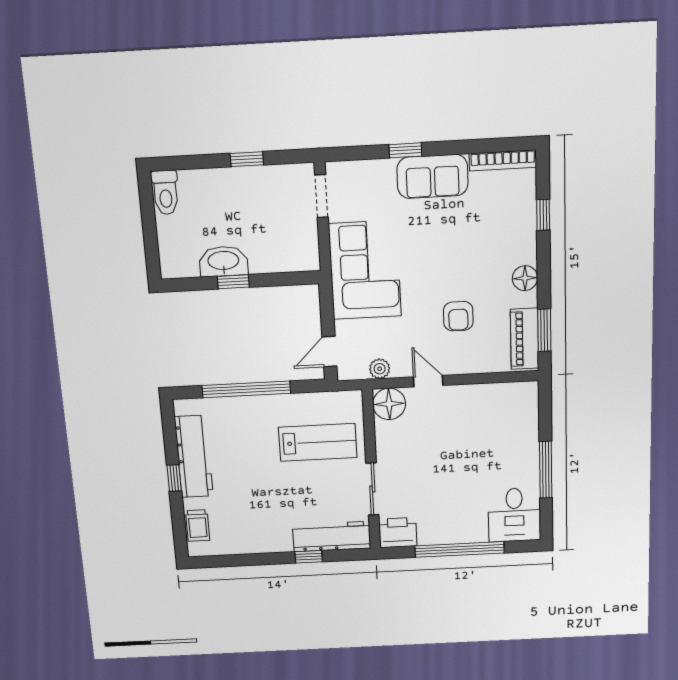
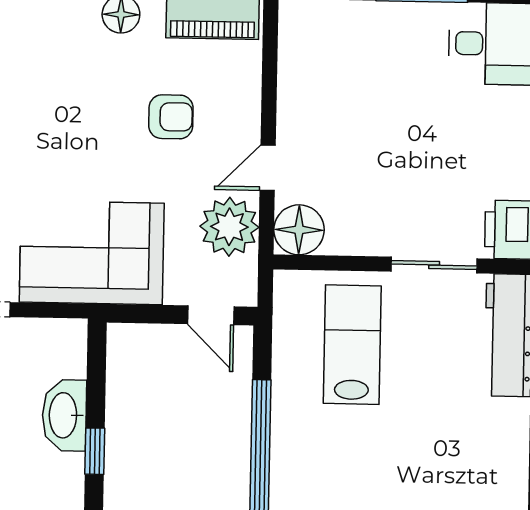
washbasin: (223, 261) -> (64, 415), moved
plant: (380, 369) -> (229, 227), width x1.88, depth x1.88

